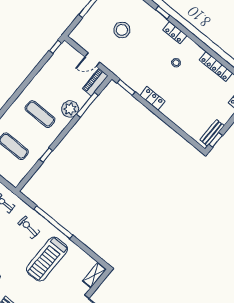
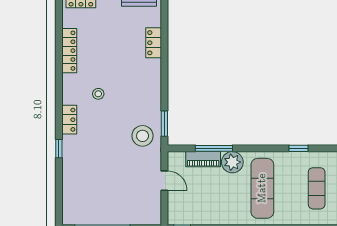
stool: (122, 30) -> (143, 136), moved
piano: (95, 82) -> (203, 159), moved
locker: (152, 98) -> (154, 43), moved
exercise mat: (40, 114) -> (262, 188), width x1.36, depth x1.45

